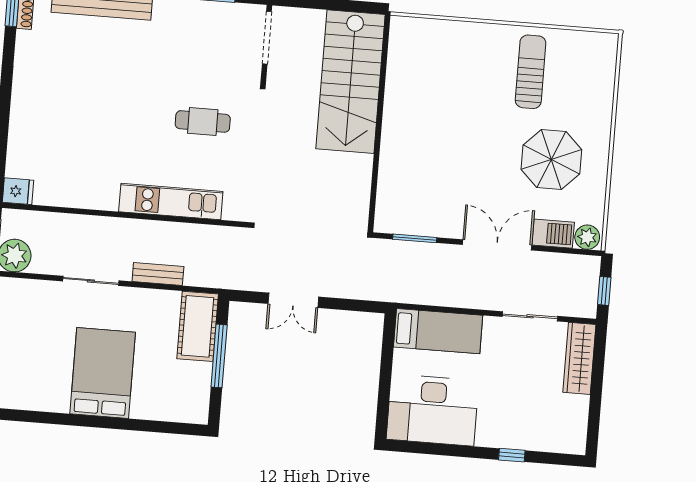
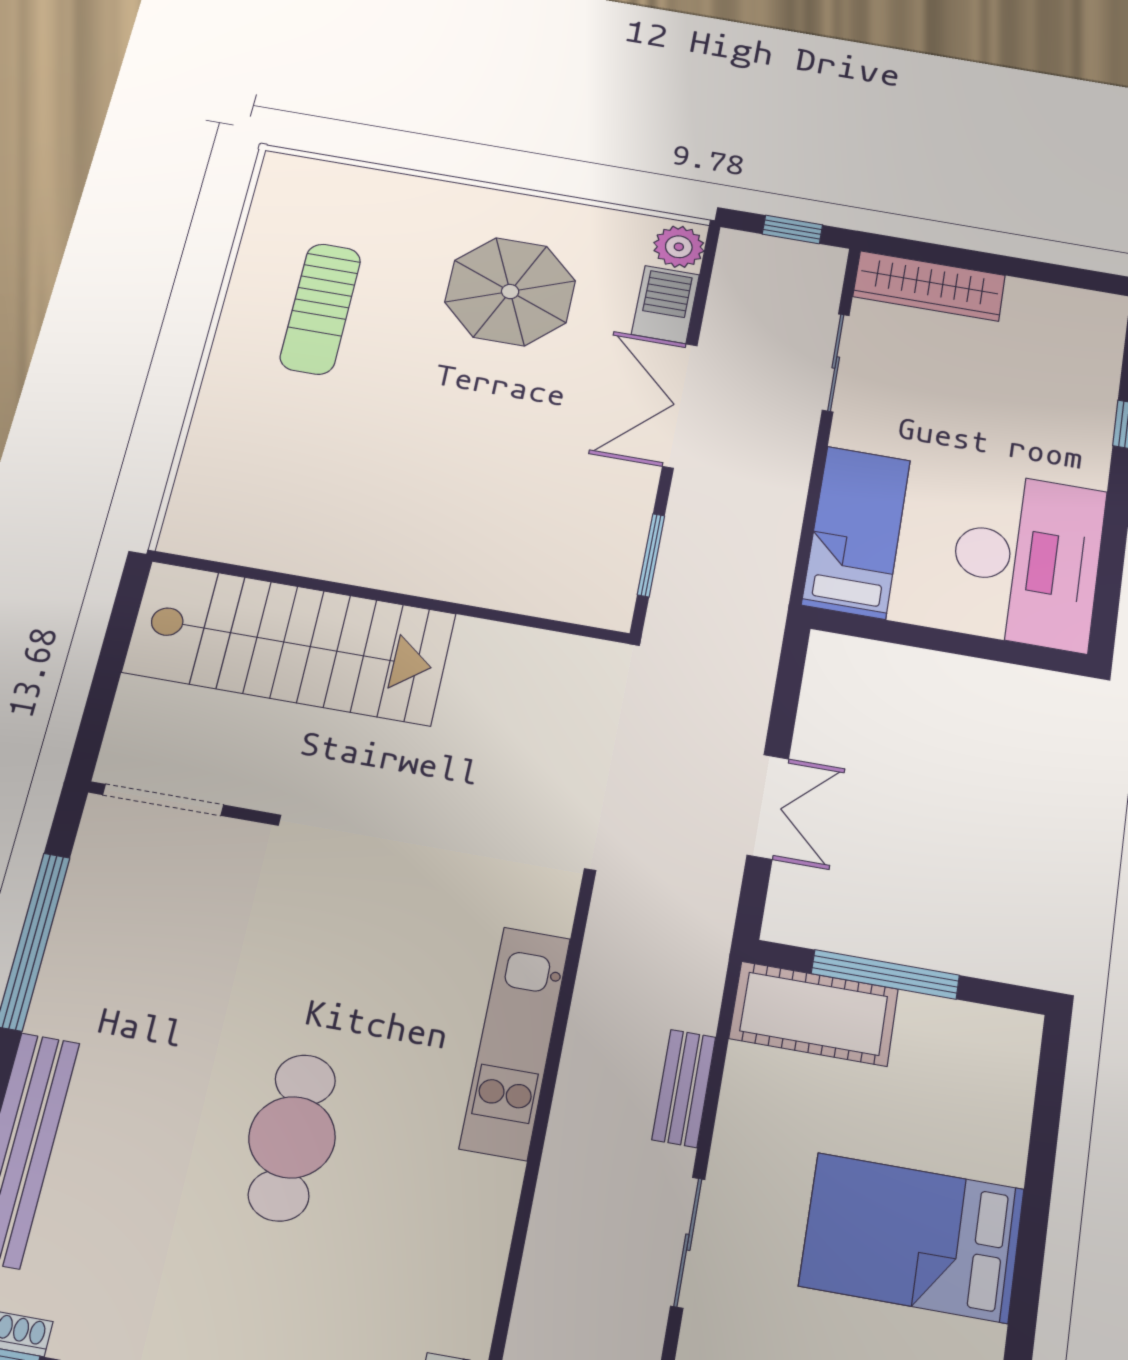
sun lounger: (531, 72) -> (320, 309), turned -90
cafe table: (203, 121) -> (292, 1137), moved, width x1.37, depth x1.35

